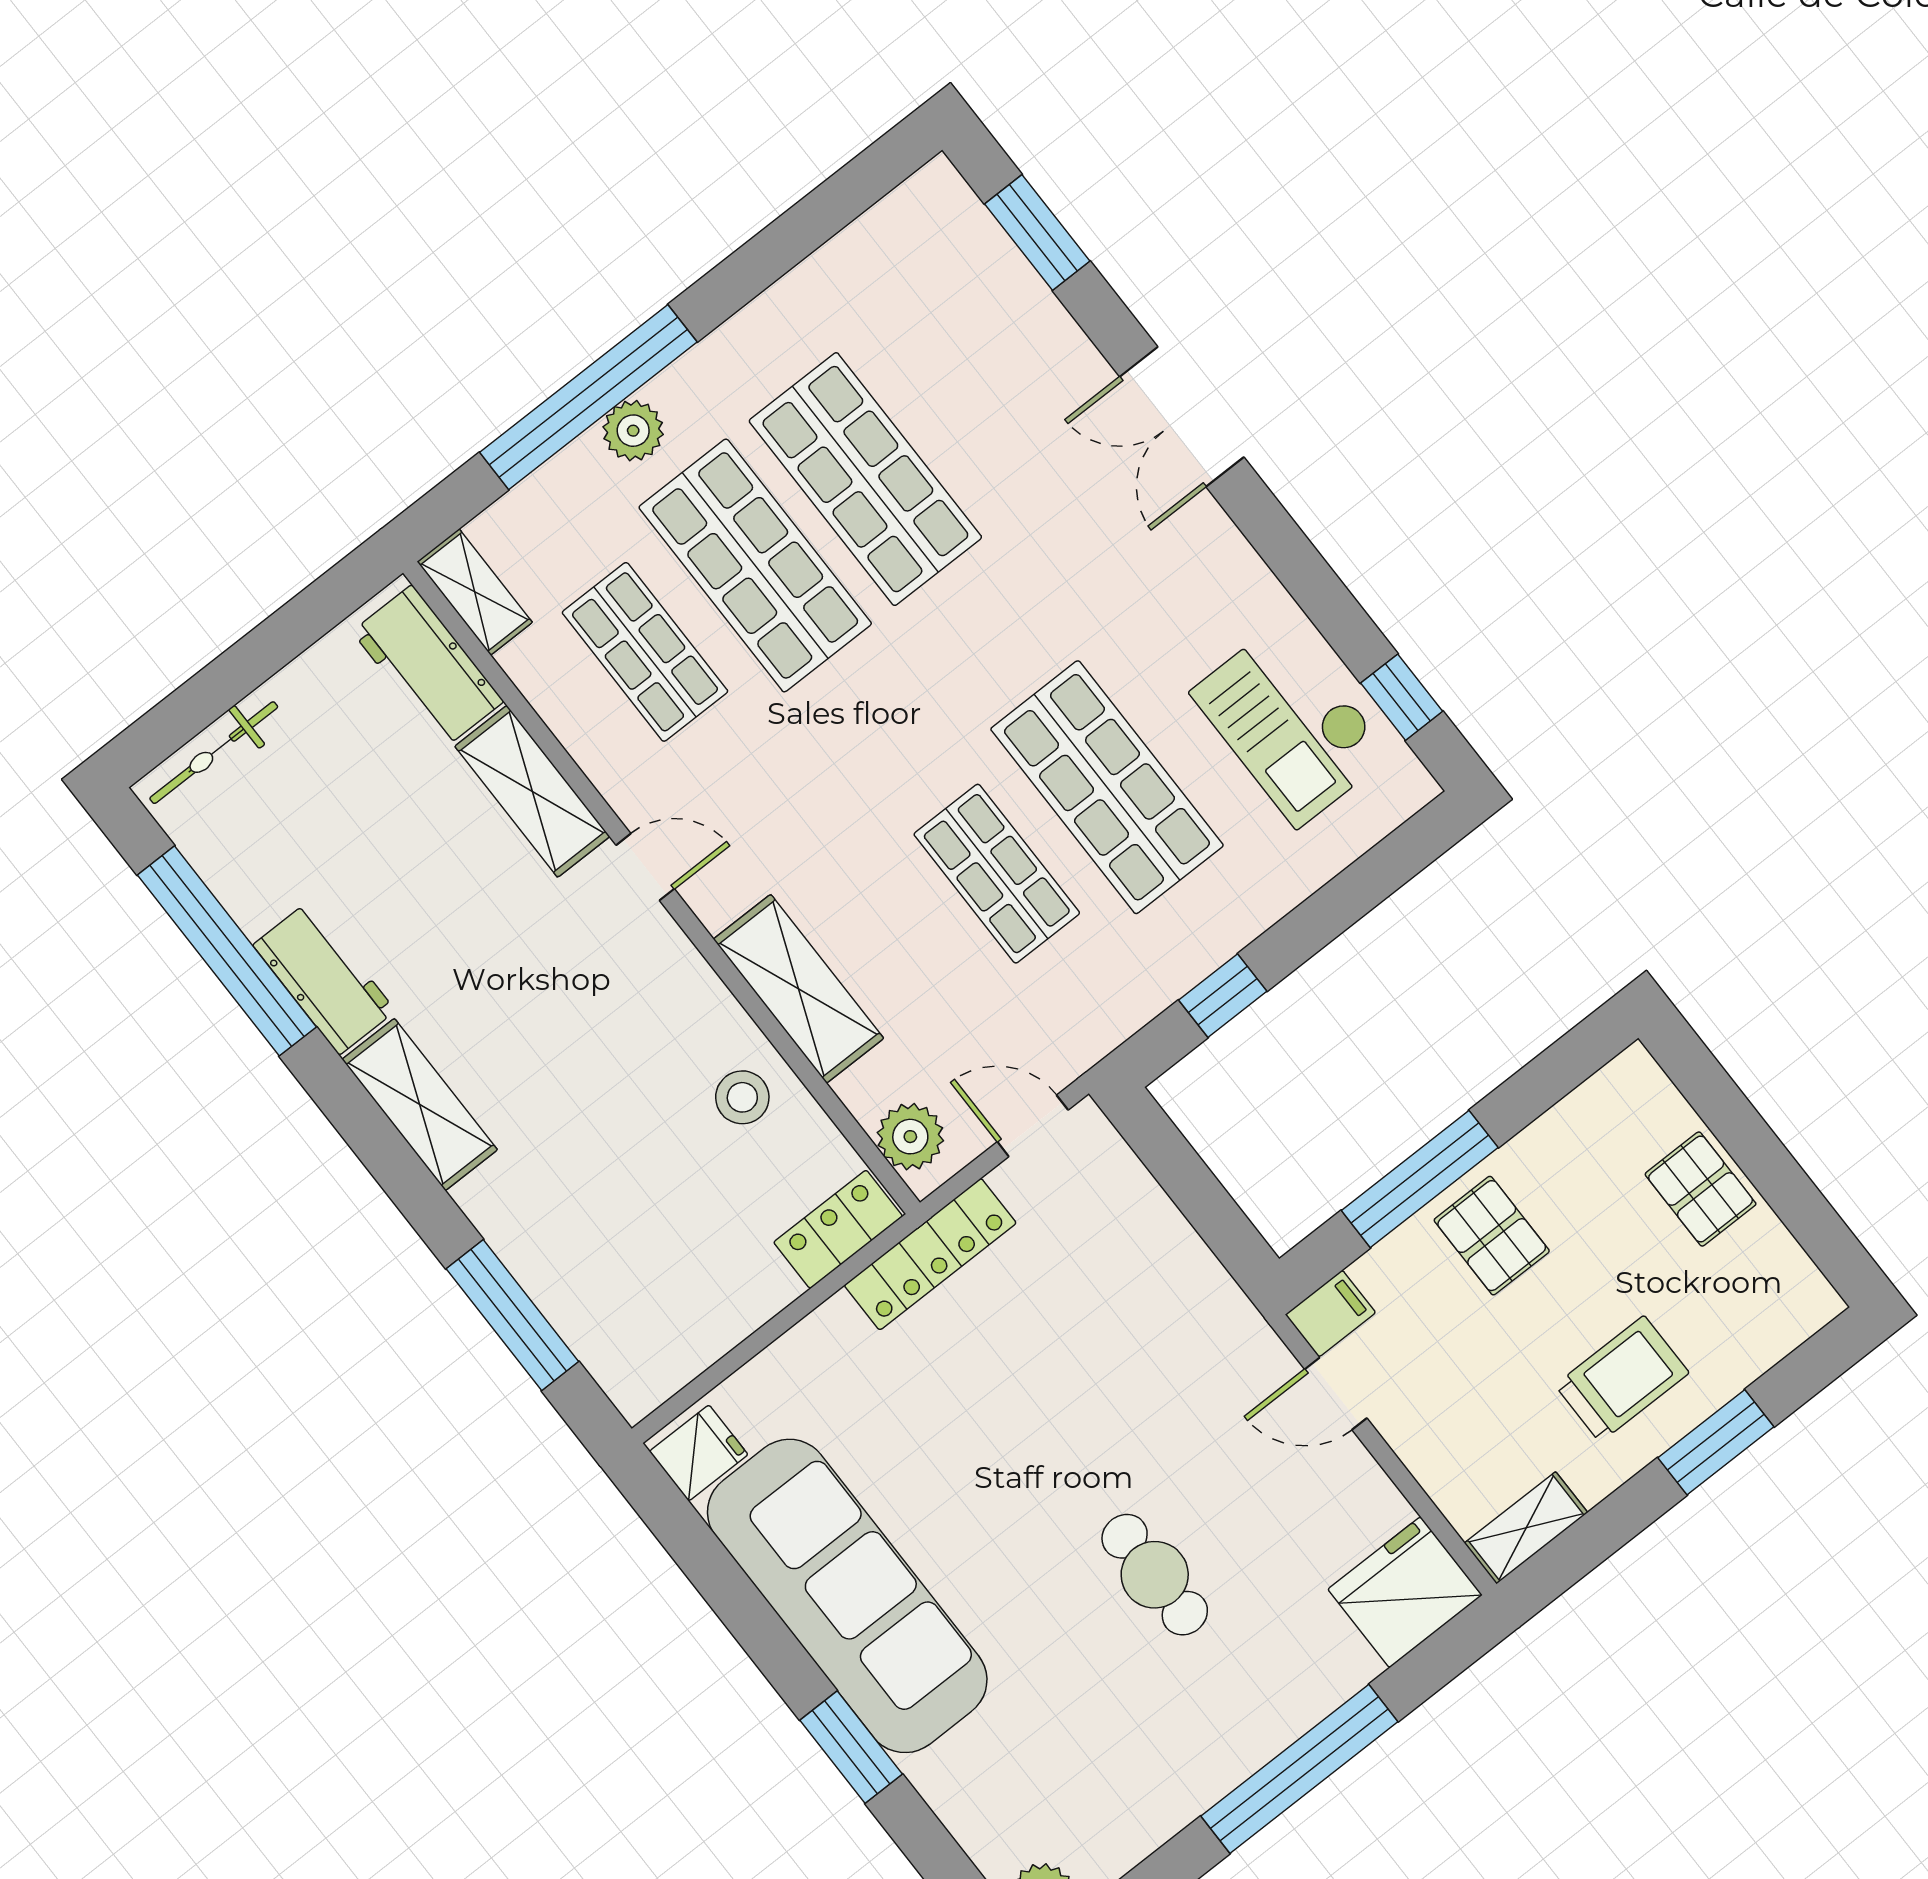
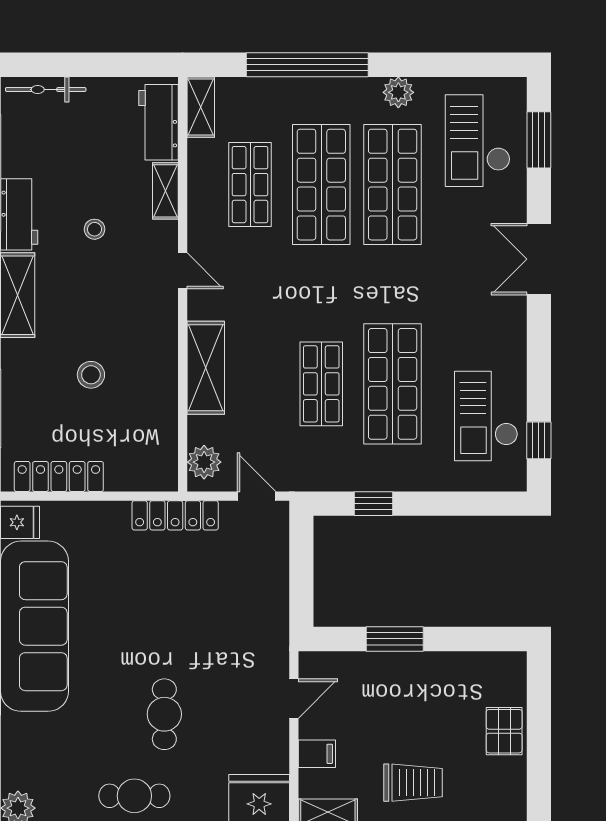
checkout: (944, 308) -> (478, 141), added
plant: (633, 431) -> (398, 92), moved
shelving: (532, 791) -> (165, 191), width x0.67, depth x0.75
stool: (459, 909) -> (95, 229), added
stool: (742, 1097) -> (91, 375), moved
window: (1420, 1179) -> (395, 639), width x0.69
locker: (838, 1229) -> (59, 476), moved, width x1.53
pallet: (1492, 1236) -> (406, 684), removed
filing cabinet: (1331, 1314) -> (317, 754), moved
door: (1336, 1394) -> (294, 699), swing flipped
cafe table: (1207, 1737) -> (134, 796), added

